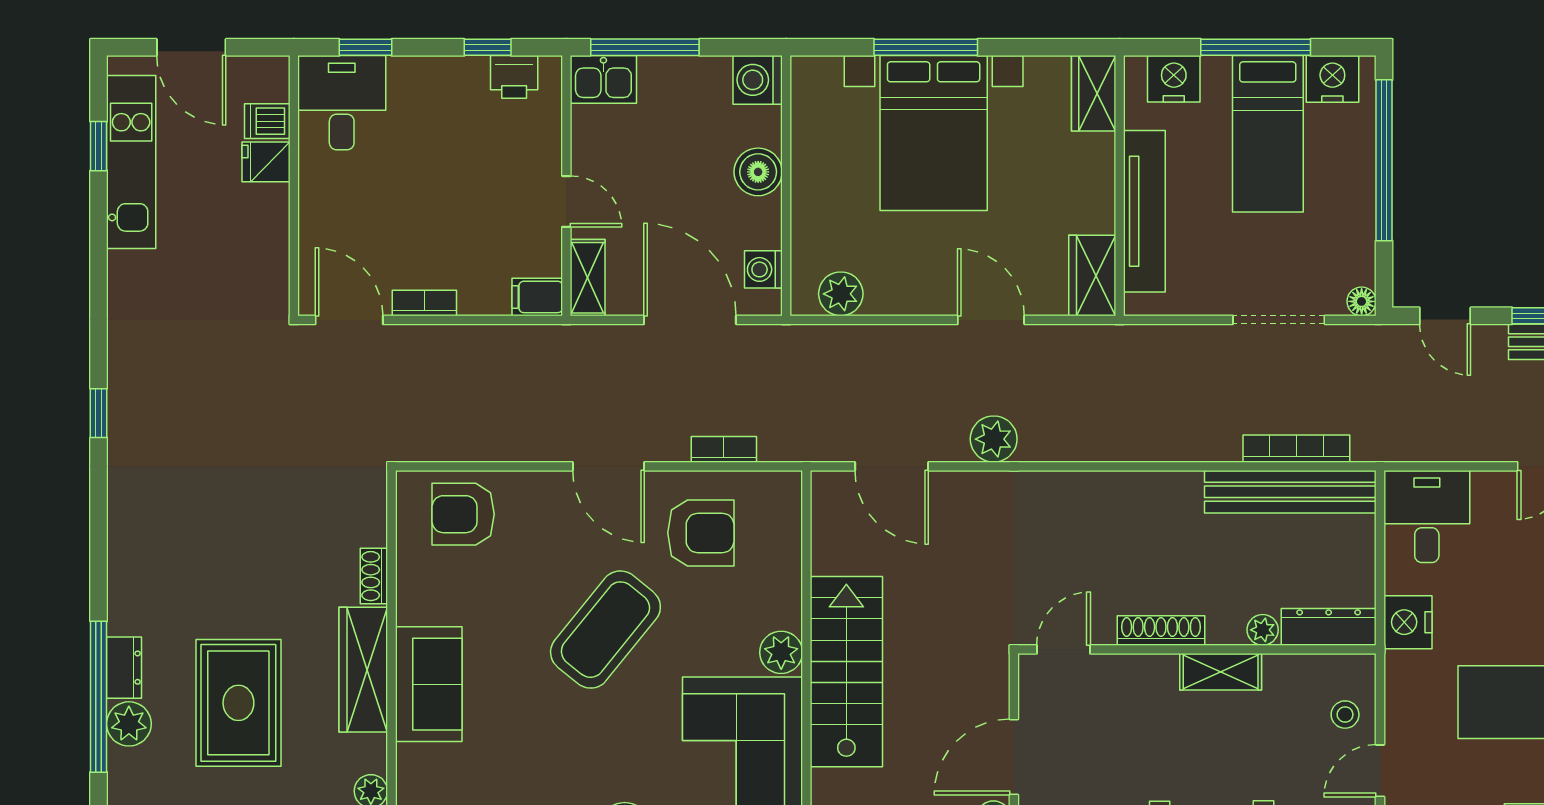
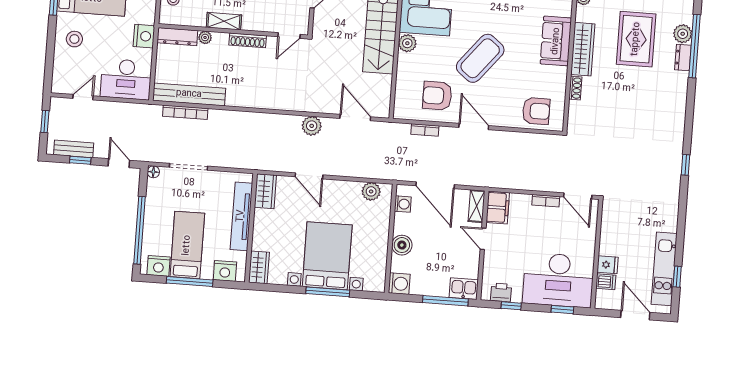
desk: (342, 103) -> (558, 280), width x1.87, depth x1.30
filing cabinet: (537, 297) -> (498, 208), width x2.00
desk: (1427, 517) -> (126, 79), width x1.37

